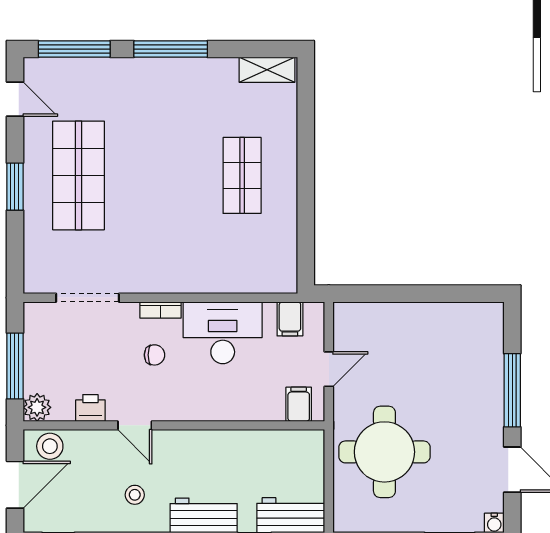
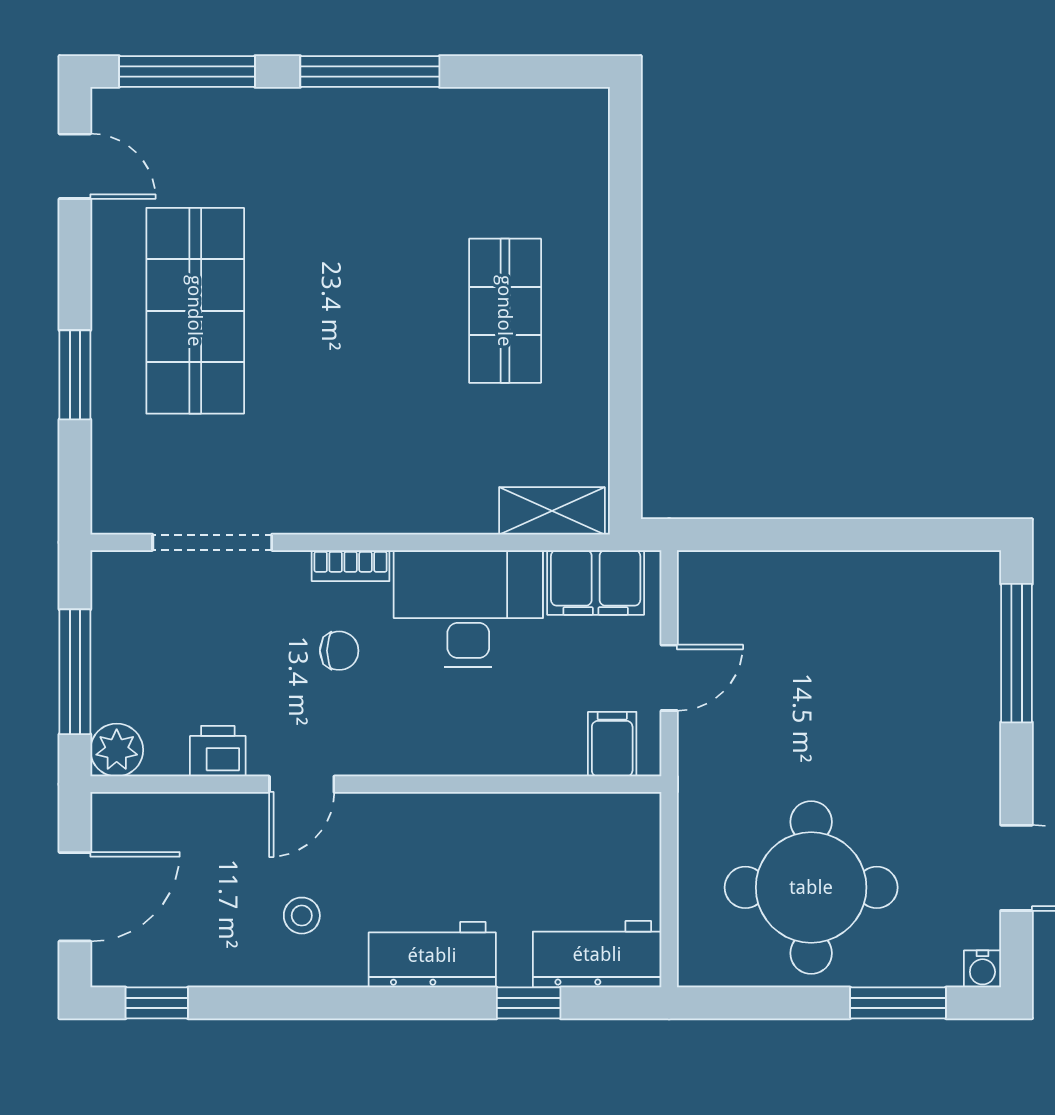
shelving: (267, 70) -> (552, 511), moved
window: (15, 187) -> (75, 375), moved
filing cabinet: (290, 319) -> (596, 582), width x2.00
window: (512, 390) -> (1016, 653), moved
door: (135, 425) -> (302, 784), hinge flipped
stool: (50, 446) -> (141, 824), removed
round table: (384, 452) -> (811, 887), moved

